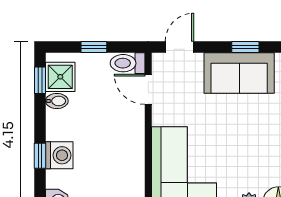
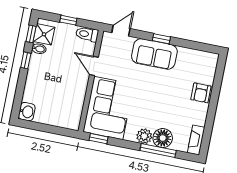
door: (148, 89) -> (94, 66), moved
washing machine: (59, 155) -> (34, 82), removed
window: (40, 156) -> (26, 60), moved

